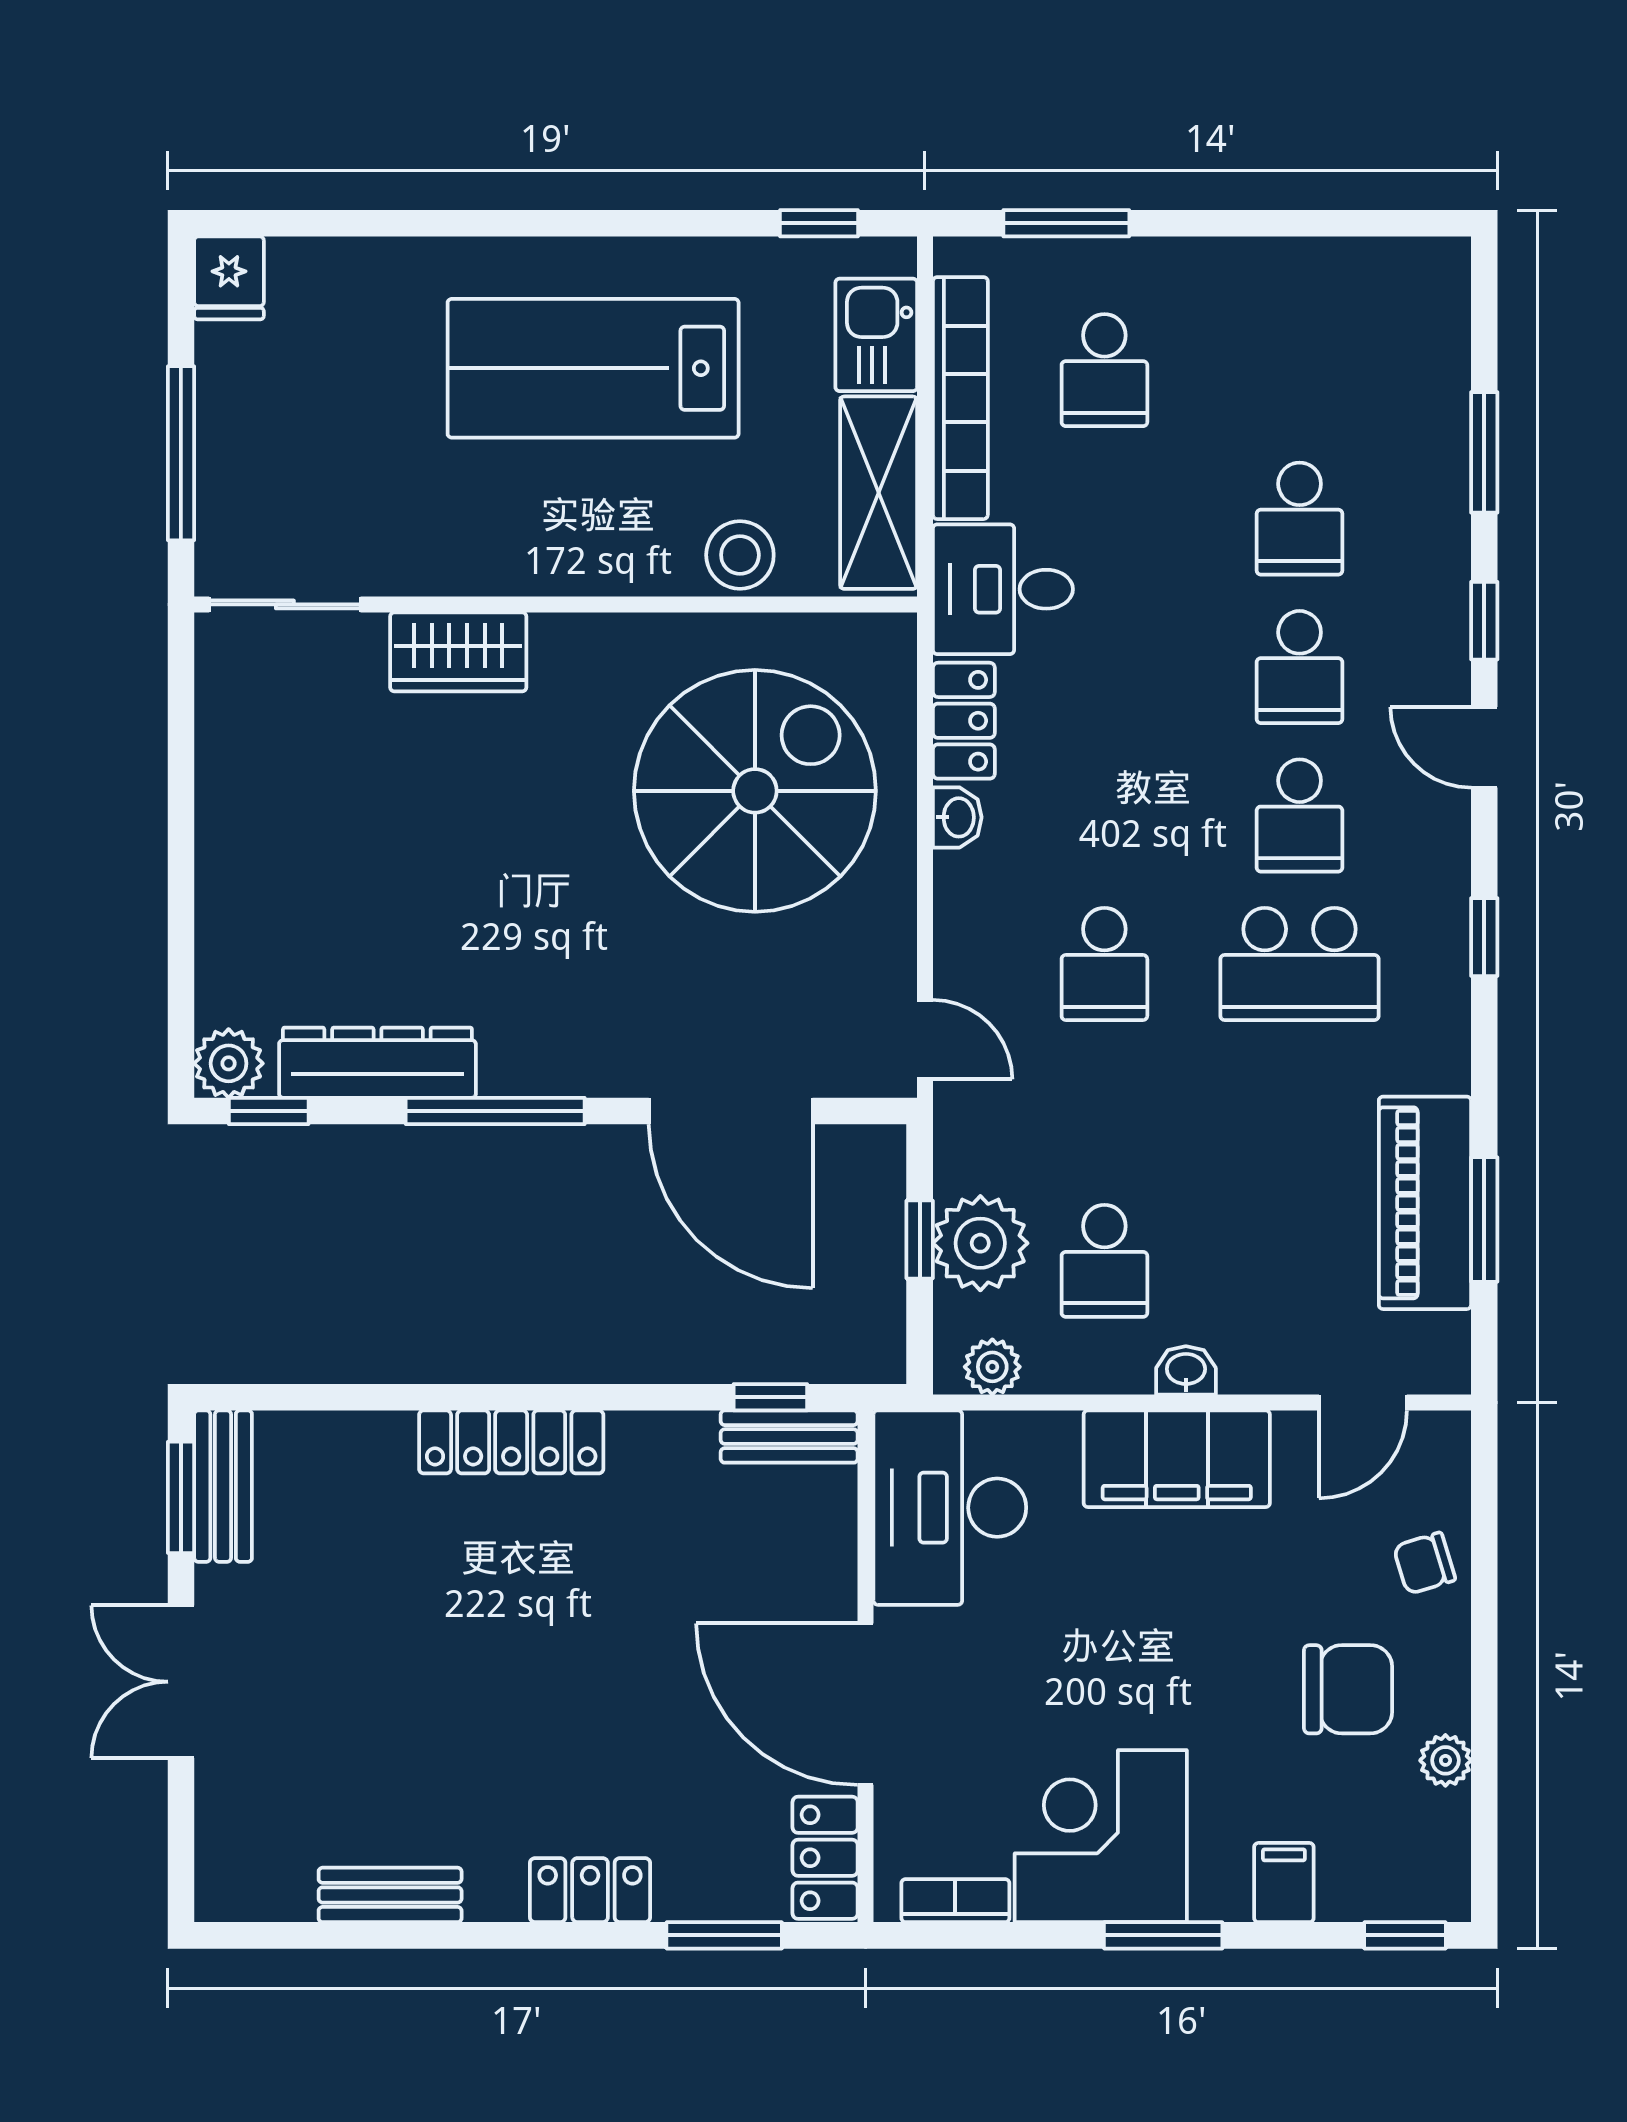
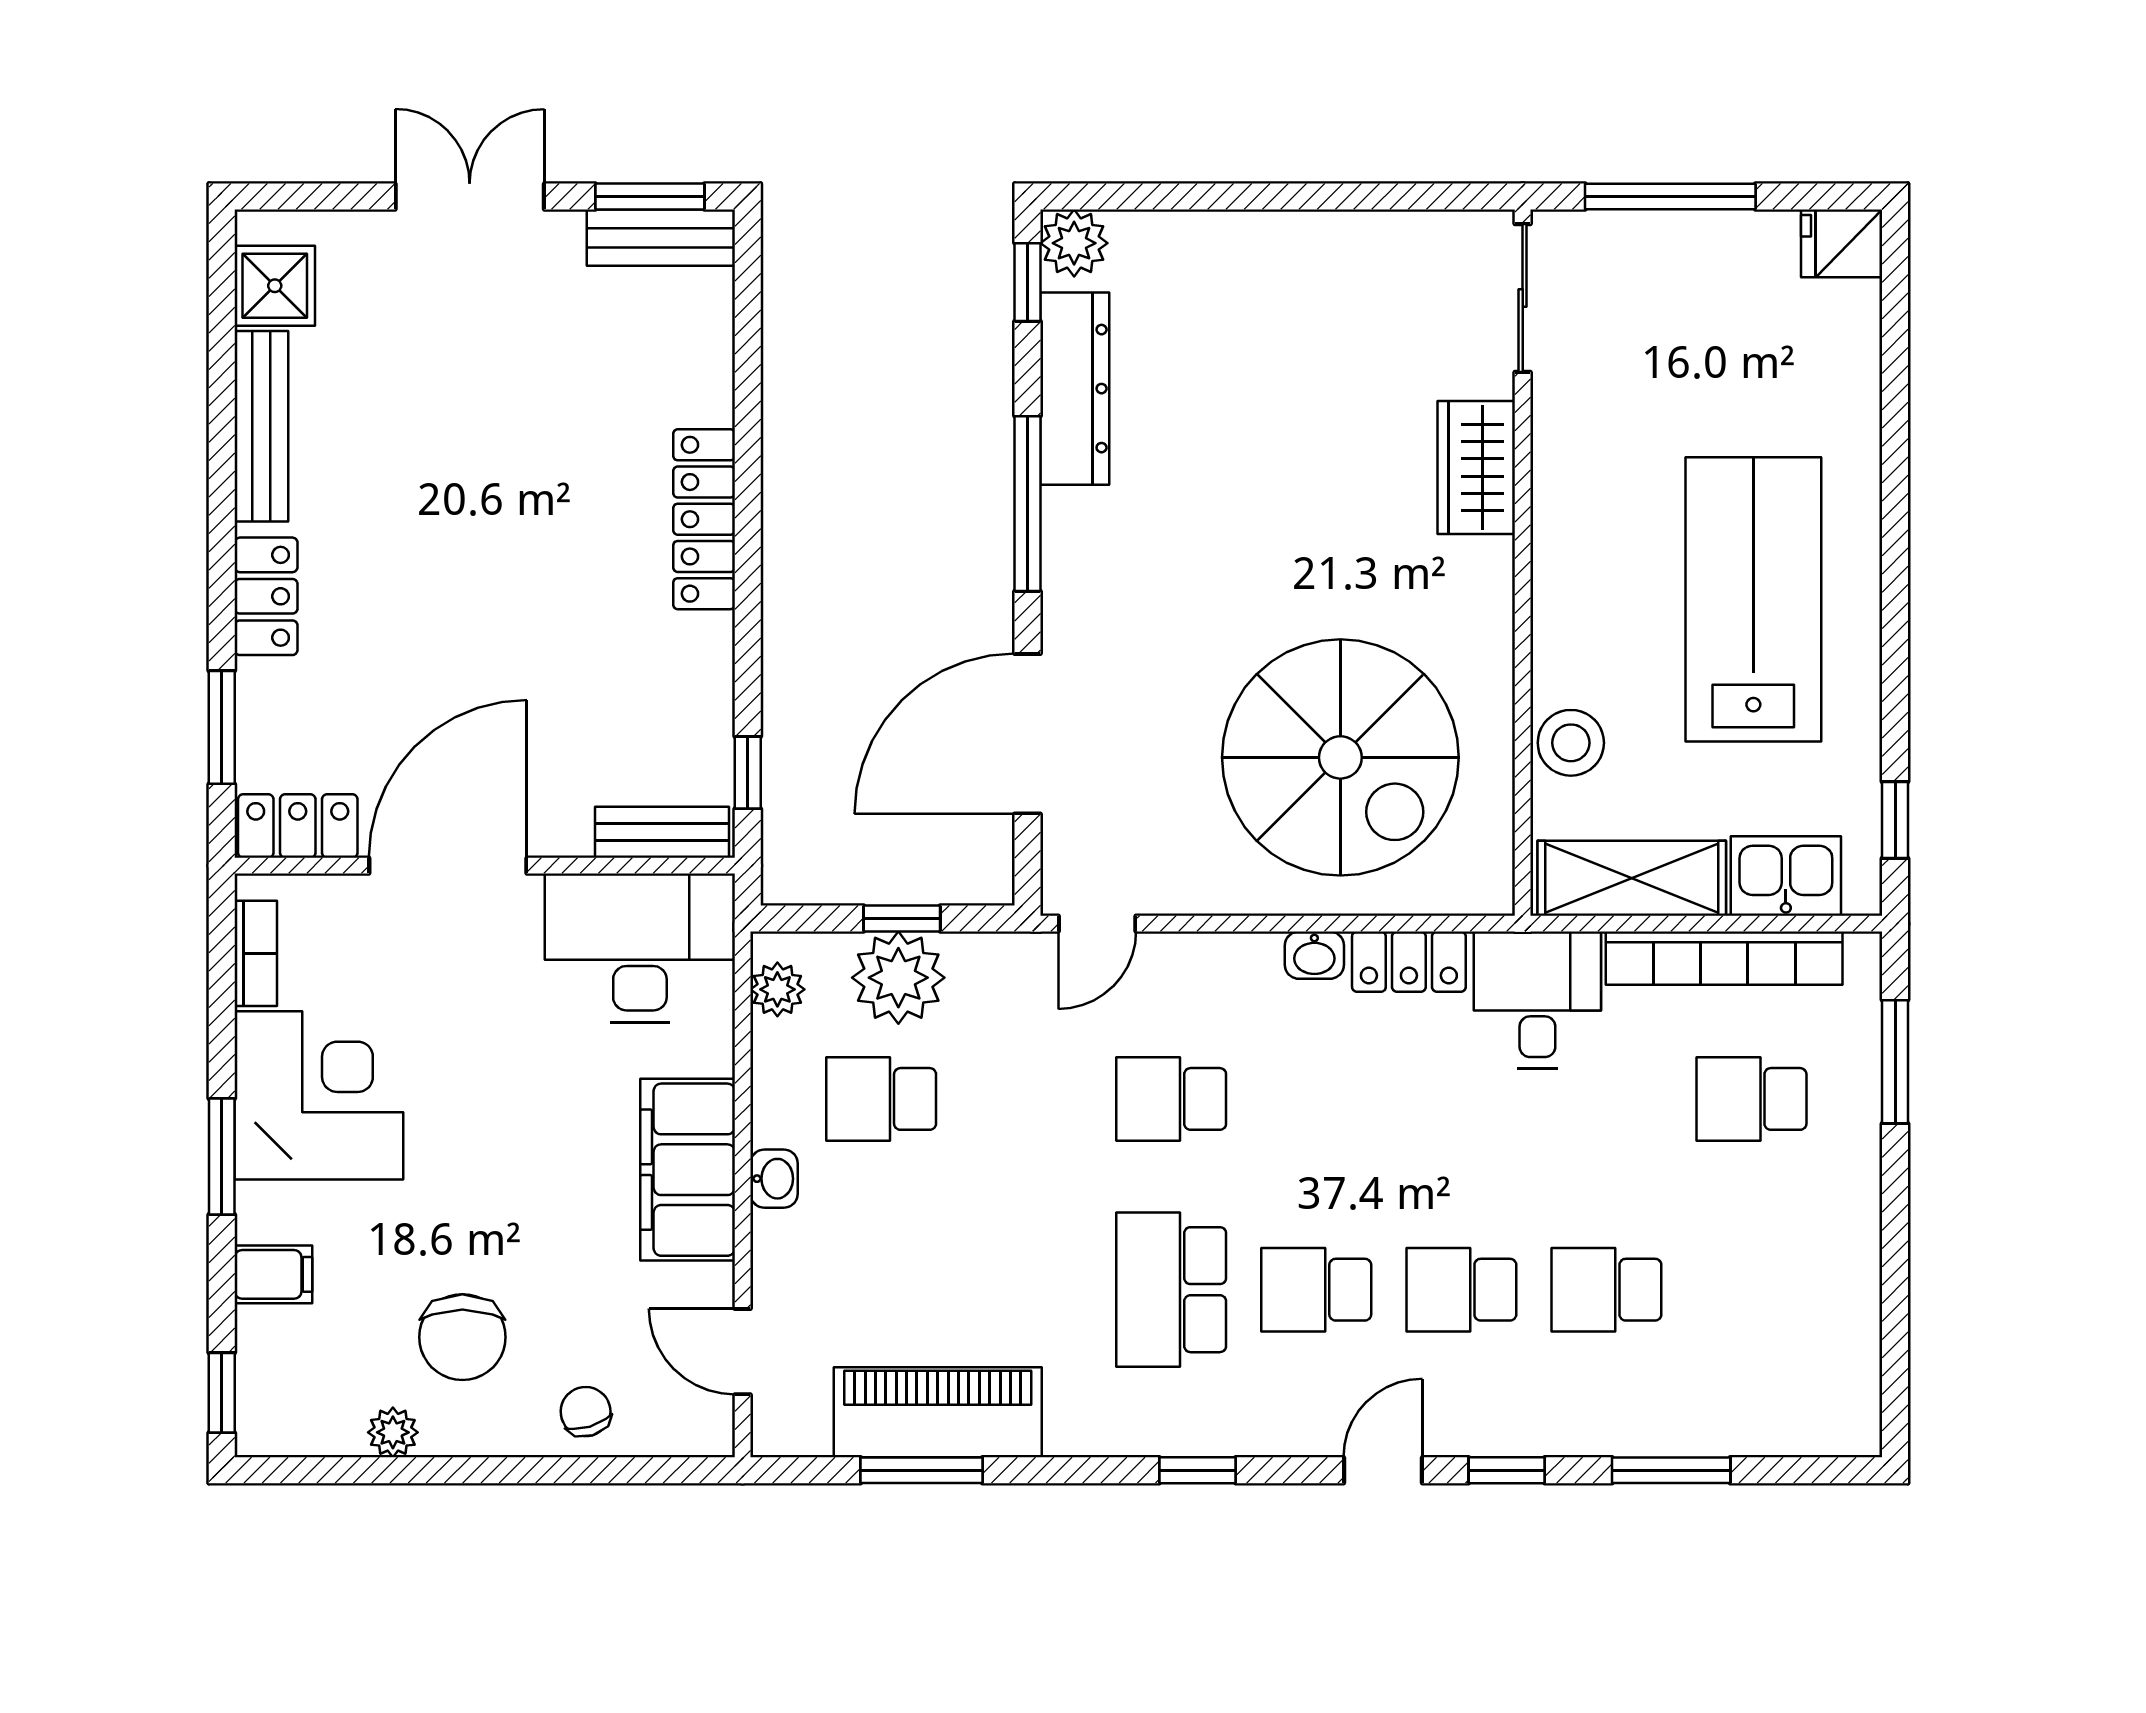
bench: (789, 1437) -> (662, 832), moved, turned 90
shower: (272, 1881) -> (275, 286), added
bench: (390, 1895) -> (261, 426), width x1.36

